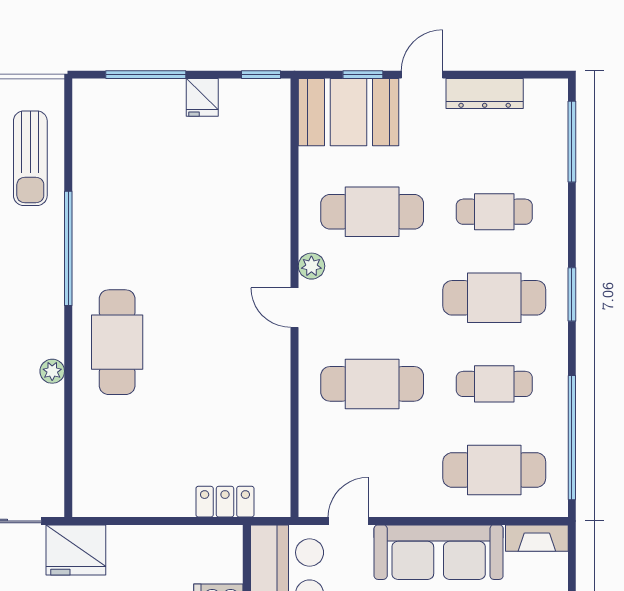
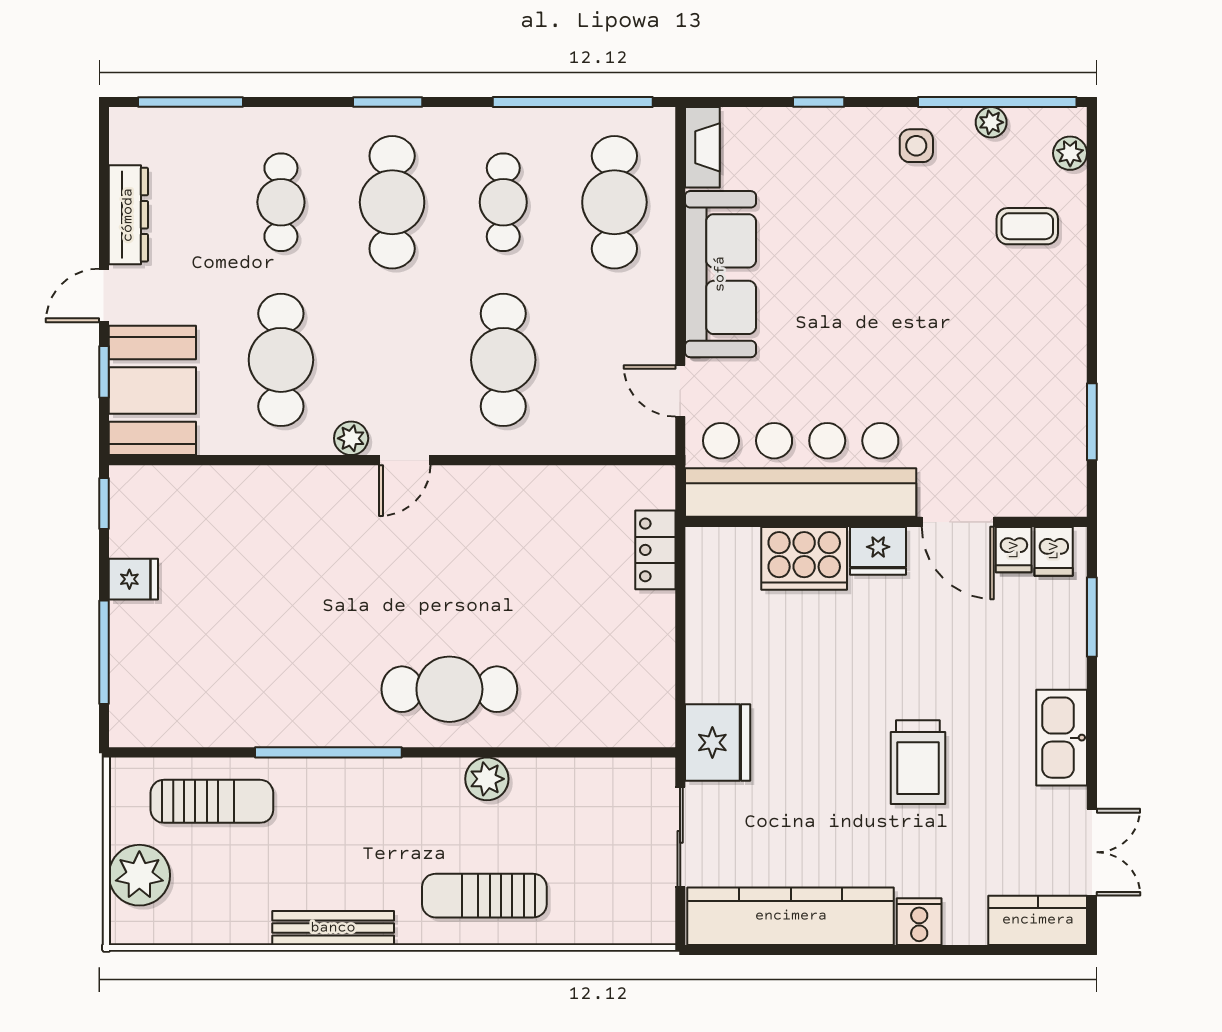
door: (422, 75) -> (104, 295), hinge flipped
plant: (52, 371) -> (487, 779), width x1.38, depth x1.38

